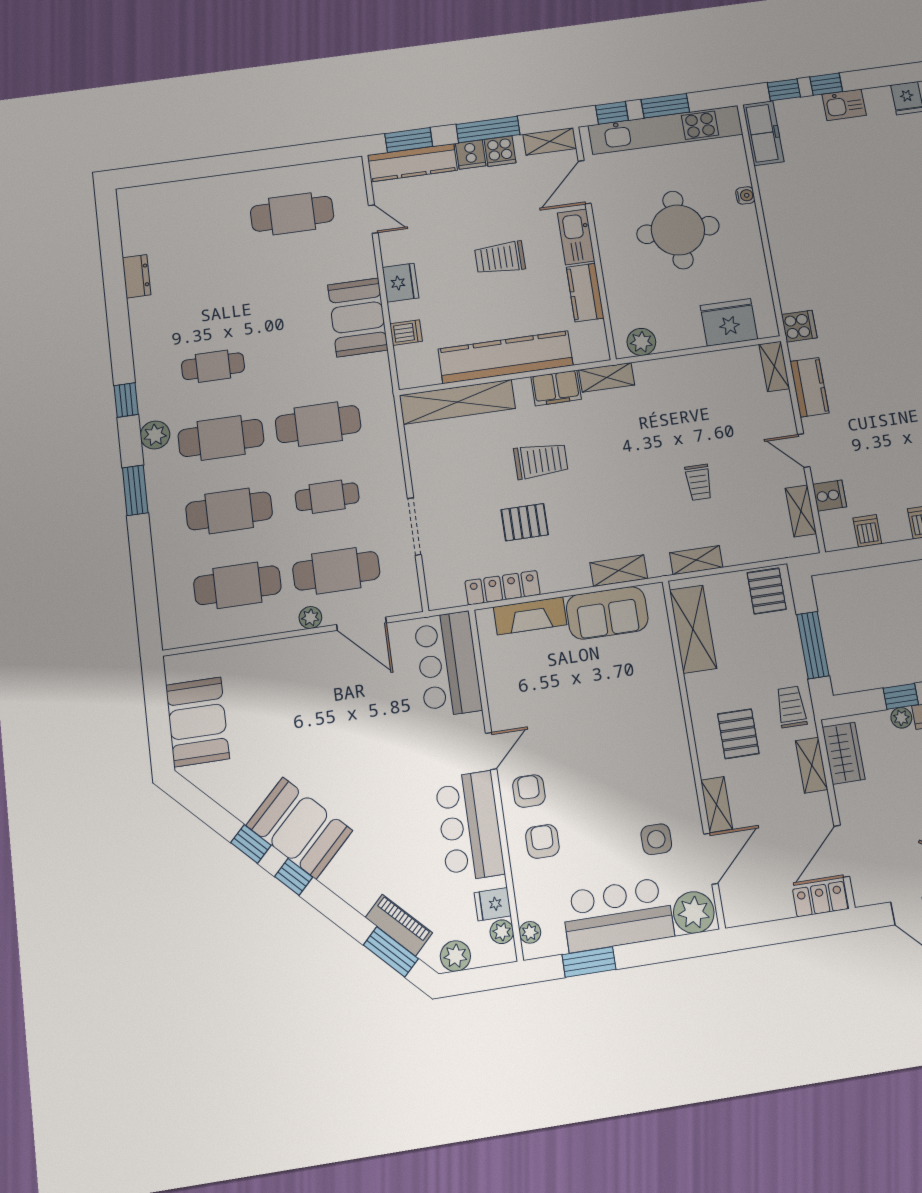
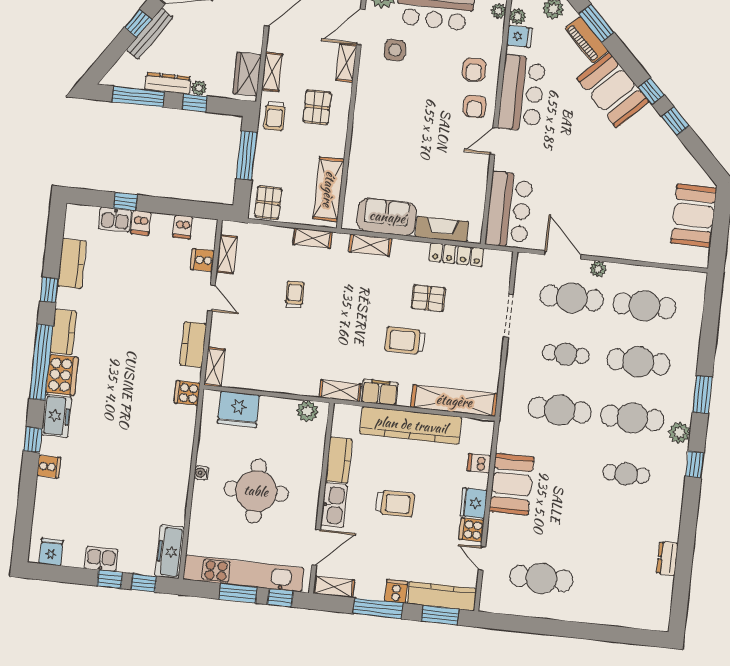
cooker: (500, 151) -> (472, 530), moved, turned -90
water cooler: (745, 195) -> (201, 473), moved
booth: (299, 828) -> (613, 90), moved

